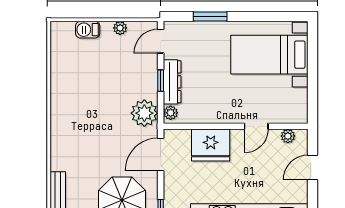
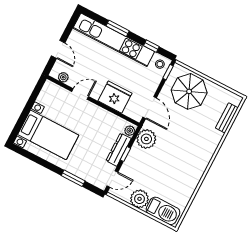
plant: (120, 28) -> (139, 199), width x1.87, depth x1.87
barbecue: (88, 30) -> (163, 211), width x1.88, depth x1.53
door: (161, 154) -> (150, 108), hinge flipped
door: (312, 168) -> (58, 49), hinge flipped

